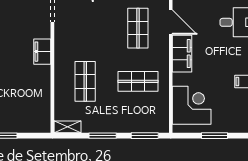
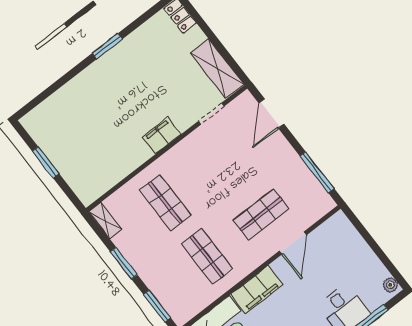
filing cabinet: (182, 54) -> (257, 289), moved
shop shelf: (85, 81) -> (165, 203), turned 90

